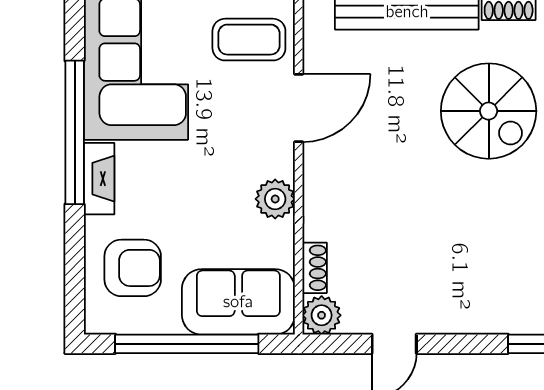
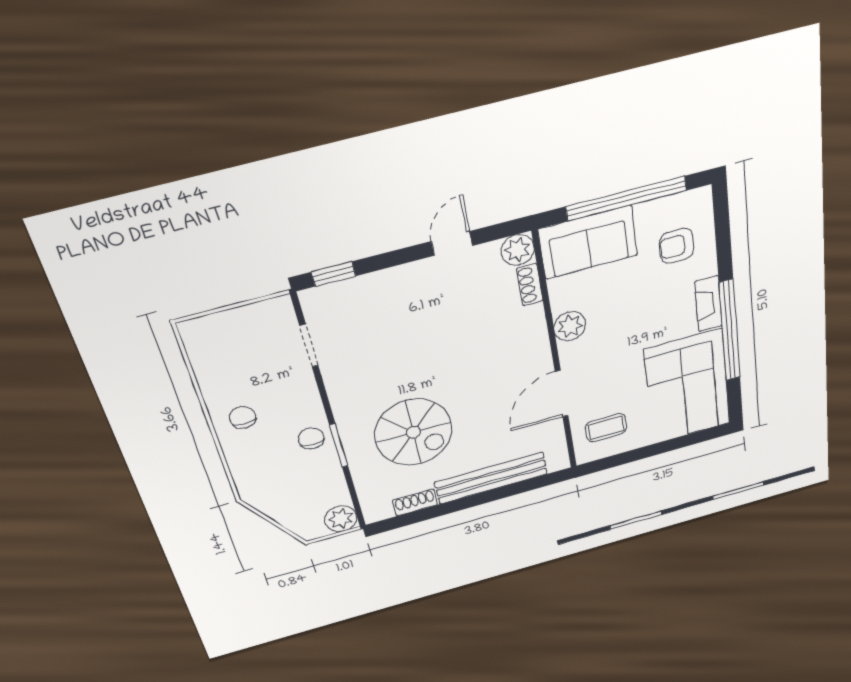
coffee table: (249, 40) -> (606, 428), width x0.73, depth x0.77
spiral stairs: (489, 111) -> (413, 432), turned 180
armchair: (133, 268) -> (677, 246), width x0.72, depth x0.72

